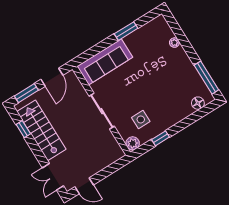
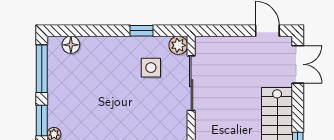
window: (187, 46) -> (42, 120), added
sliding door: (102, 111) -> (191, 83), moved

